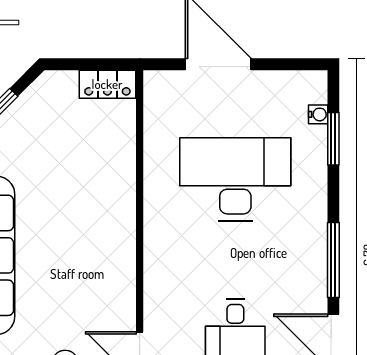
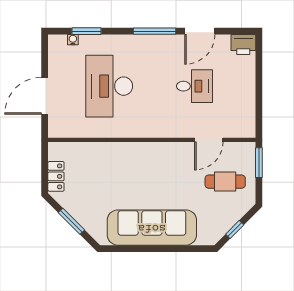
locker: (107, 84) -> (56, 176), moved

